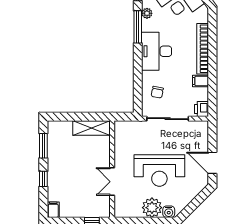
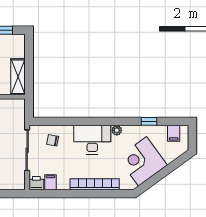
plant: (147, 13) -> (117, 130), moved
window: (138, 27) -> (116, 121), removed
filing cabinet: (201, 81) -> (50, 182), moved

